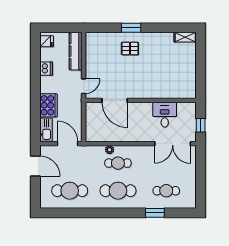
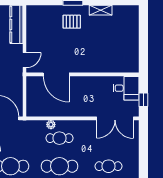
shelving: (185, 37) -> (101, 10), moved
desk: (165, 115) -> (126, 88), moved, turned 90

